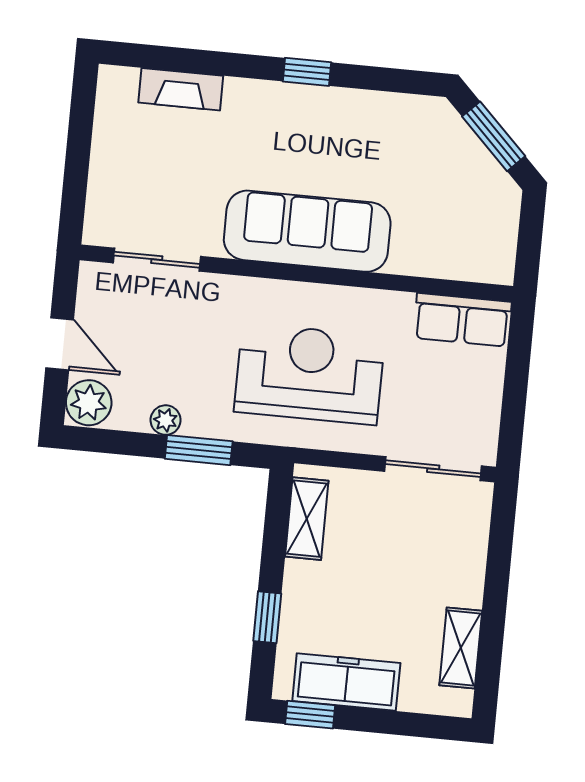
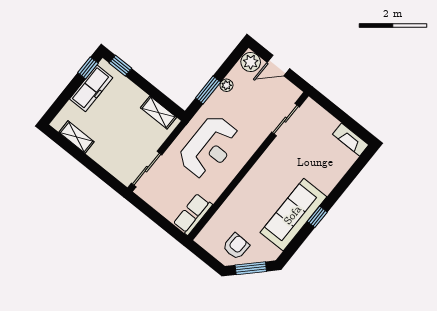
fireplace: (181, 89) -> (351, 140), moved, turned -90
armchair: (469, 193) -> (236, 246), added
sofa: (307, 231) -> (293, 215), moved, turned 180
window: (267, 617) -> (120, 66), moved

